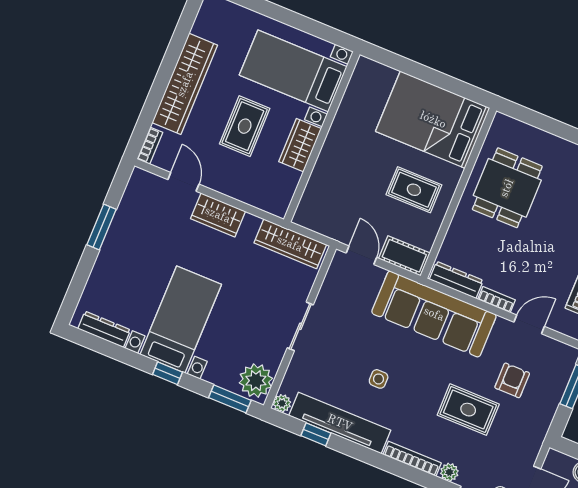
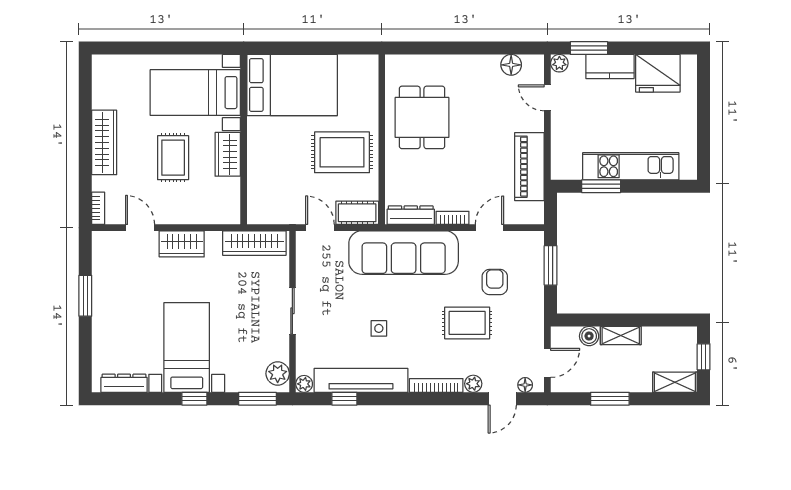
wardrobe: (185, 84) -> (104, 142), width x0.71, depth x0.85
bed: (433, 120) -> (292, 85), moved, turned 180
rug: (414, 190) -> (342, 152), width x1.36, depth x1.43
plant: (256, 381) -> (278, 374), width x0.73, depth x0.73

